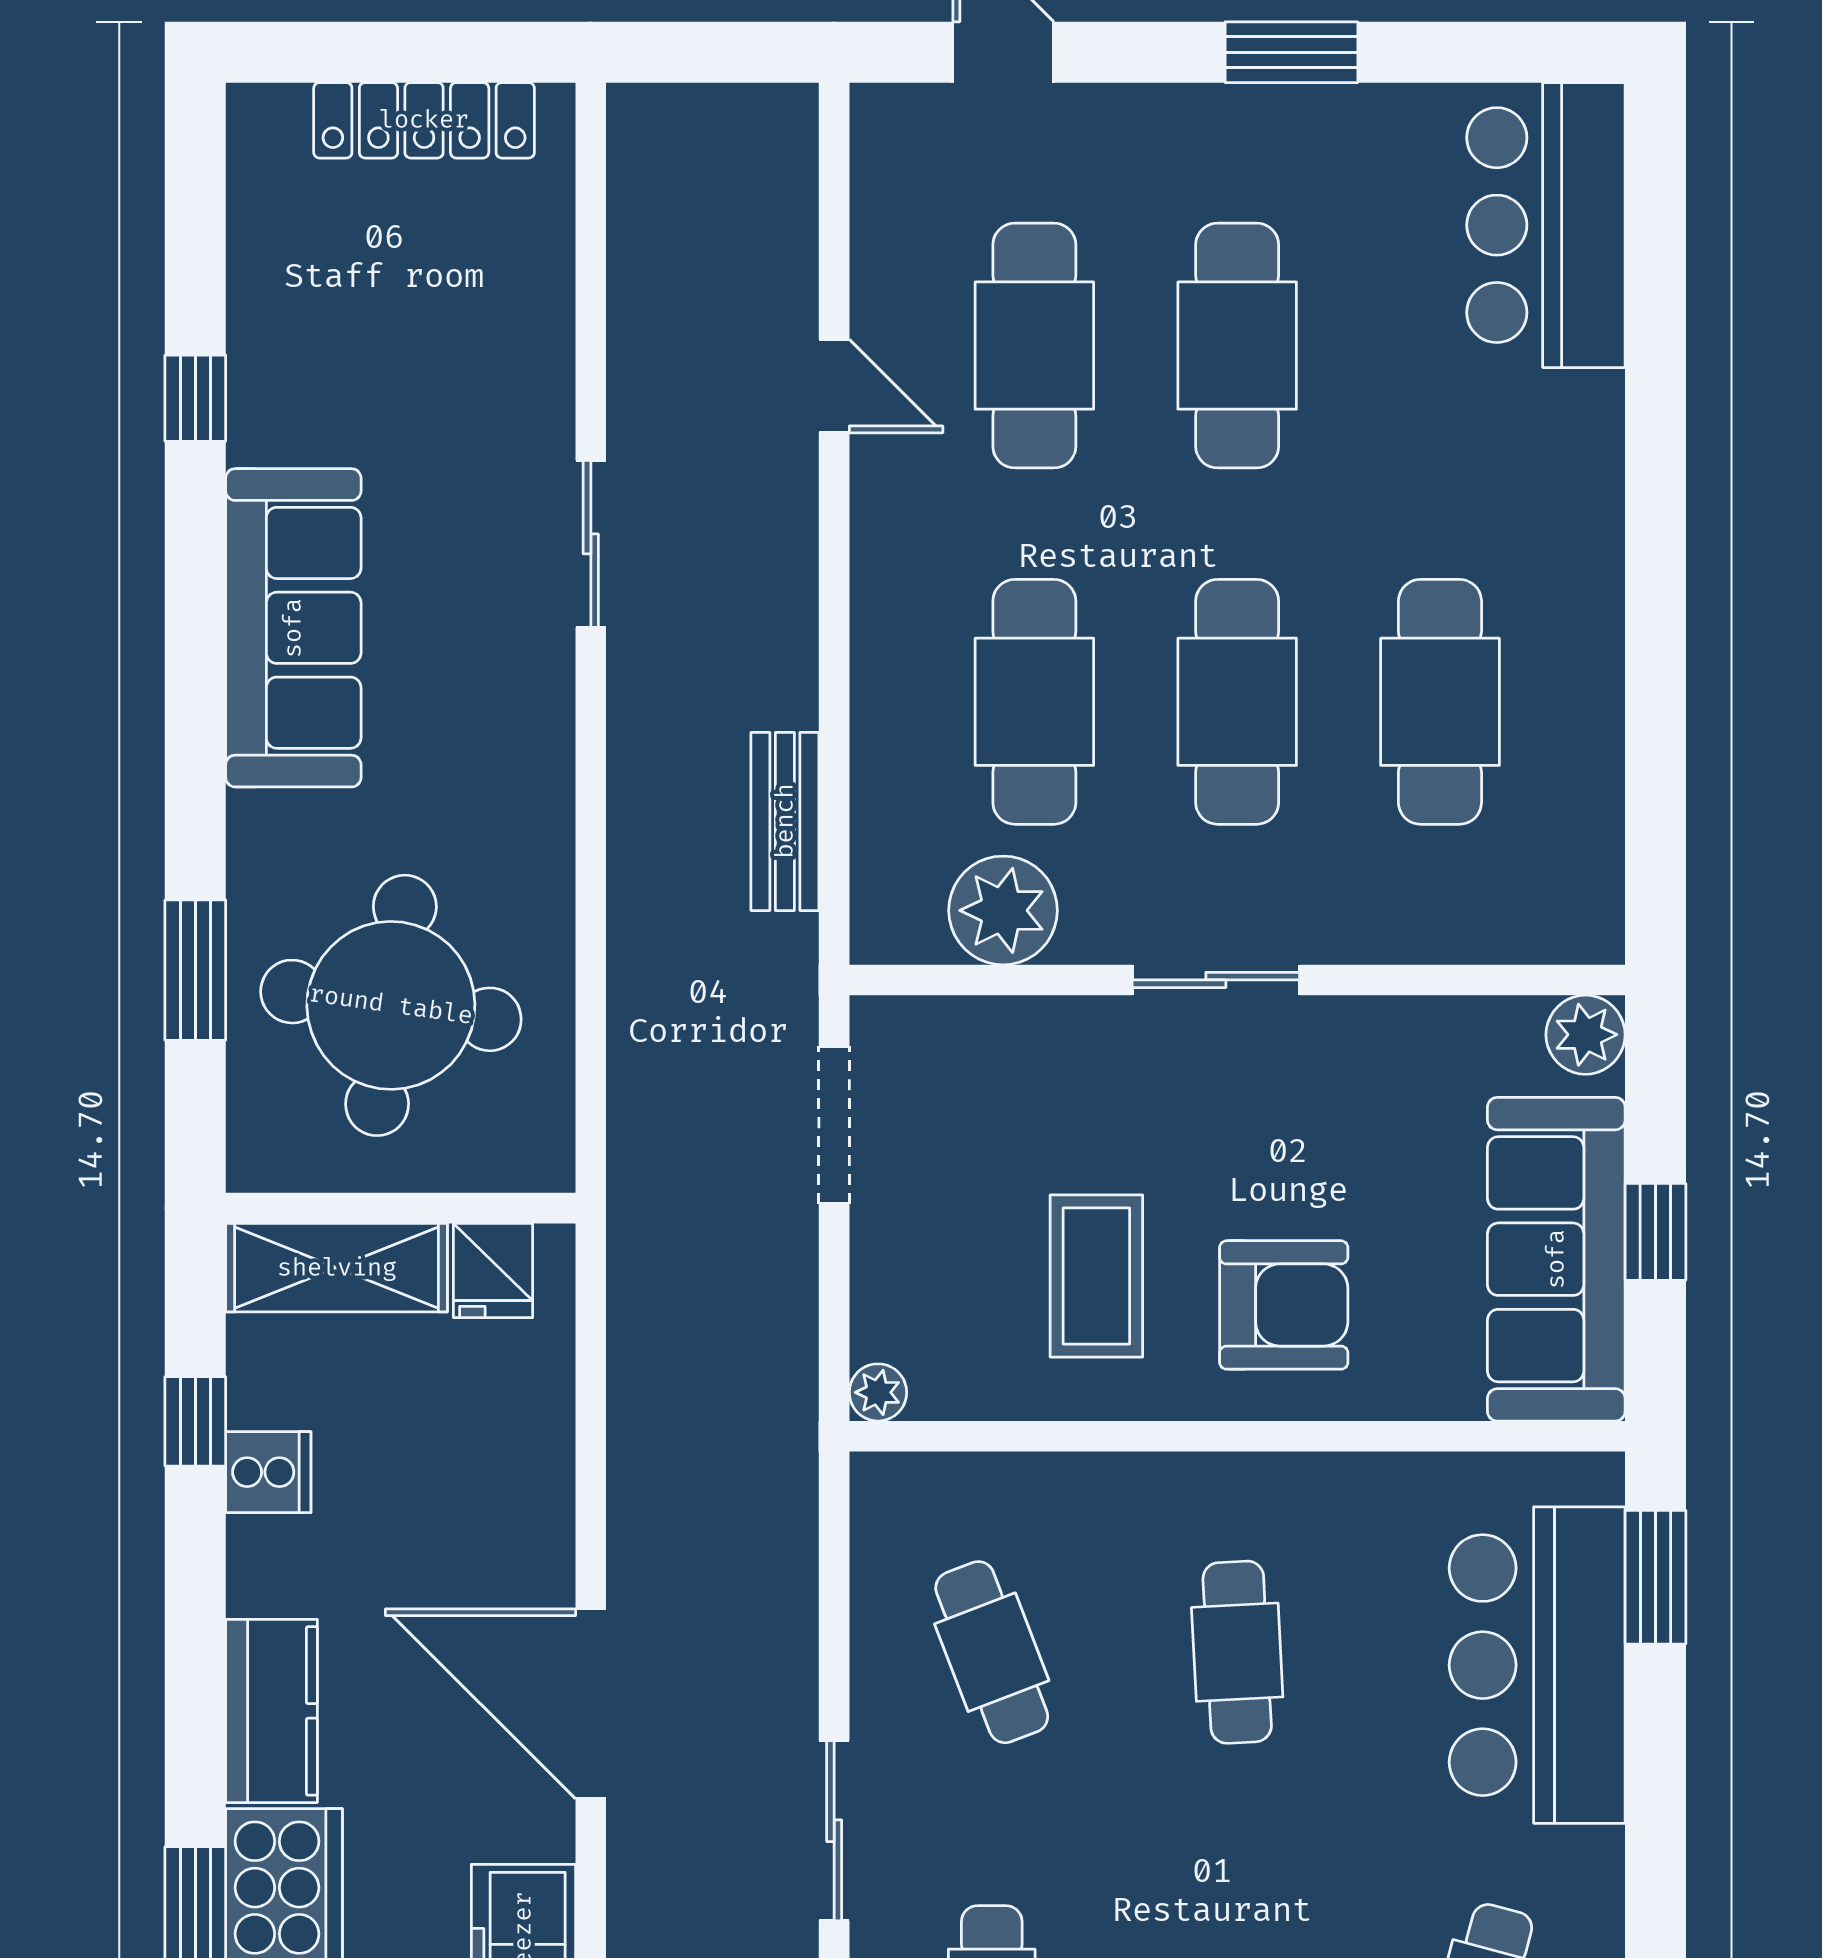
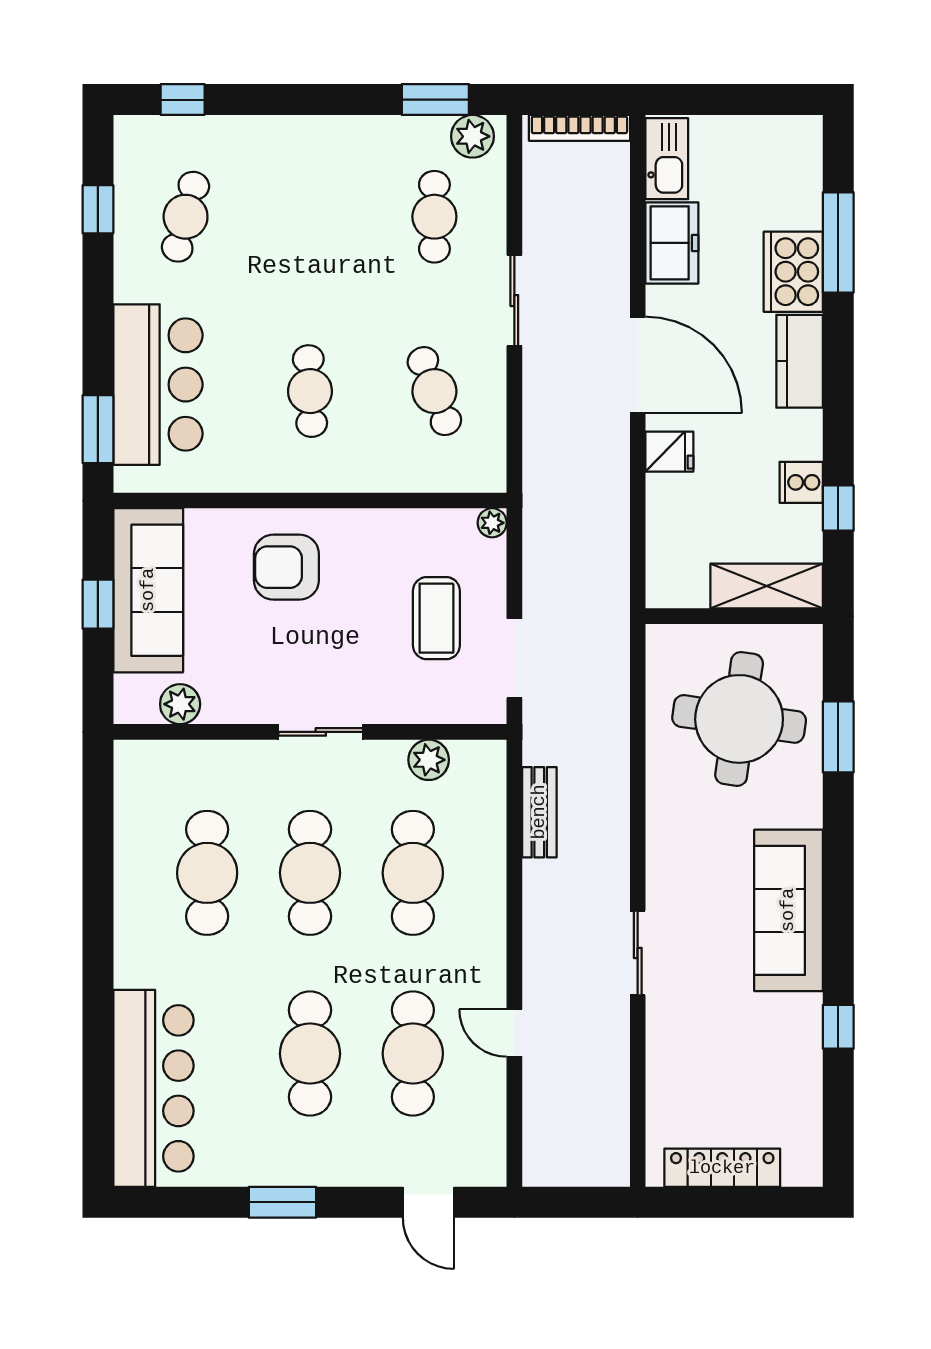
bar counter: (1546, 225) -> (153, 1088), width x1.36
plant: (1003, 910) -> (429, 760), width x0.73, depth x0.73
plant: (1585, 1035) -> (180, 704), moved
fridge: (493, 1271) -> (669, 452), moved, turned 90
coffee table: (1096, 1276) -> (436, 618), moved

